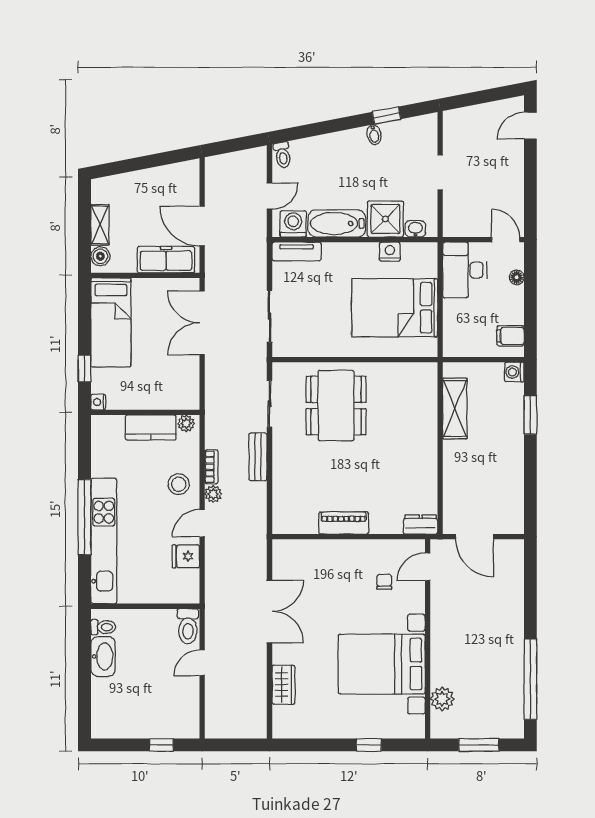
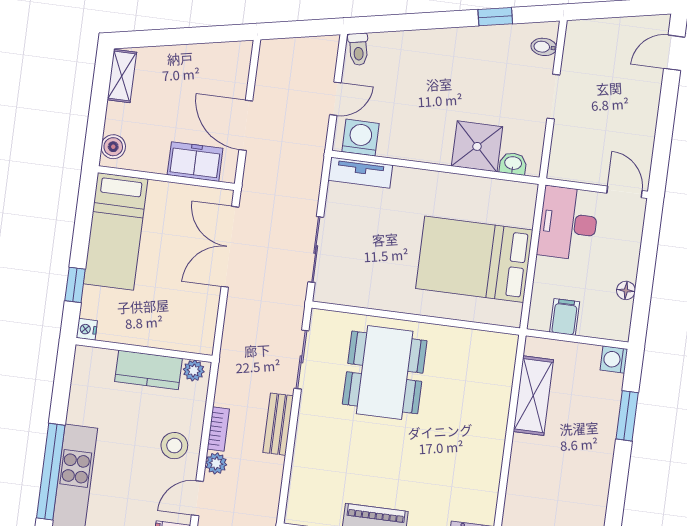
bidet: (374, 135) -> (544, 47), moved, turned 101
bathtub: (337, 223) -> (415, 144), removed
shelving: (100, 225) -> (122, 76), moved
nightstand: (390, 252) -> (477, 188), removed
freezer: (166, 260) -> (195, 162), width x0.71
floor lamp: (517, 277) -> (626, 290), moved
filing cabinet: (511, 336) -> (565, 317), moved, turned 90

